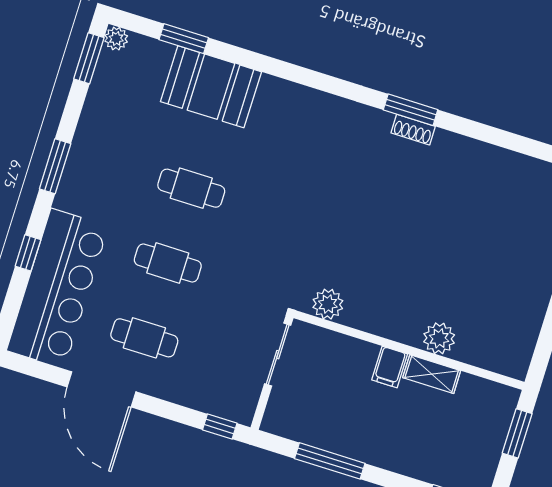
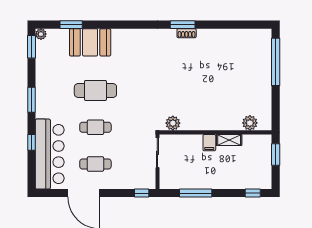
cafe table: (191, 188) -> (95, 90), width x1.37, depth x1.35
plant: (439, 338) -> (250, 123), moved

